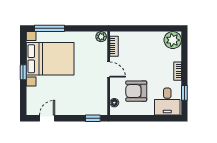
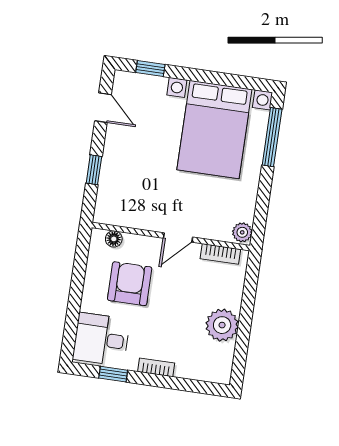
plant: (173, 40) -> (222, 325), moved
window: (23, 72) -> (150, 68), moved
window: (93, 118) -> (94, 170), moved

